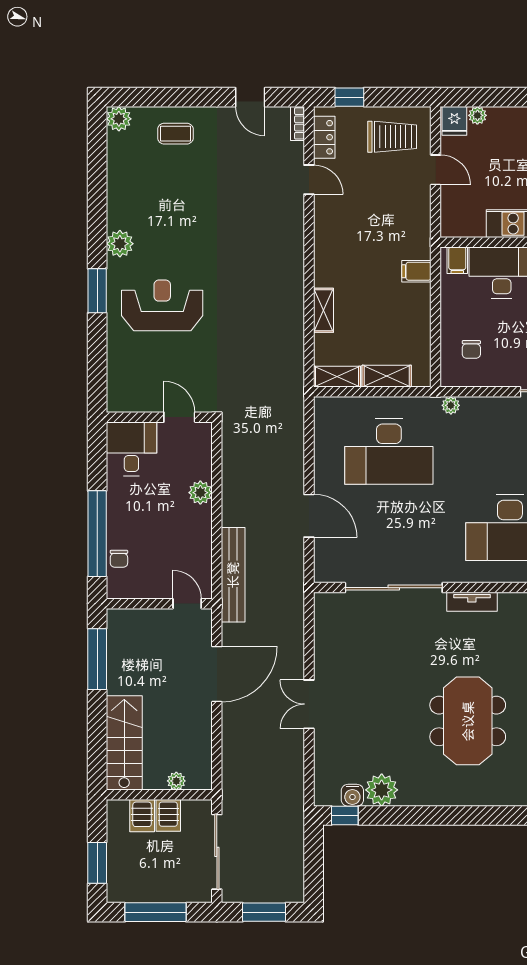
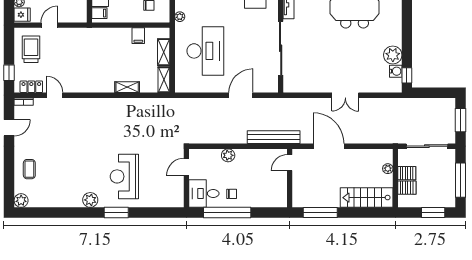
door: (309, 180) -> (55, 95), hinge flipped
filing cabinet: (416, 271) -> (138, 36), moved
window: (97, 534) -> (227, 213), moved
chair: (119, 559) -> (232, 194), moved

